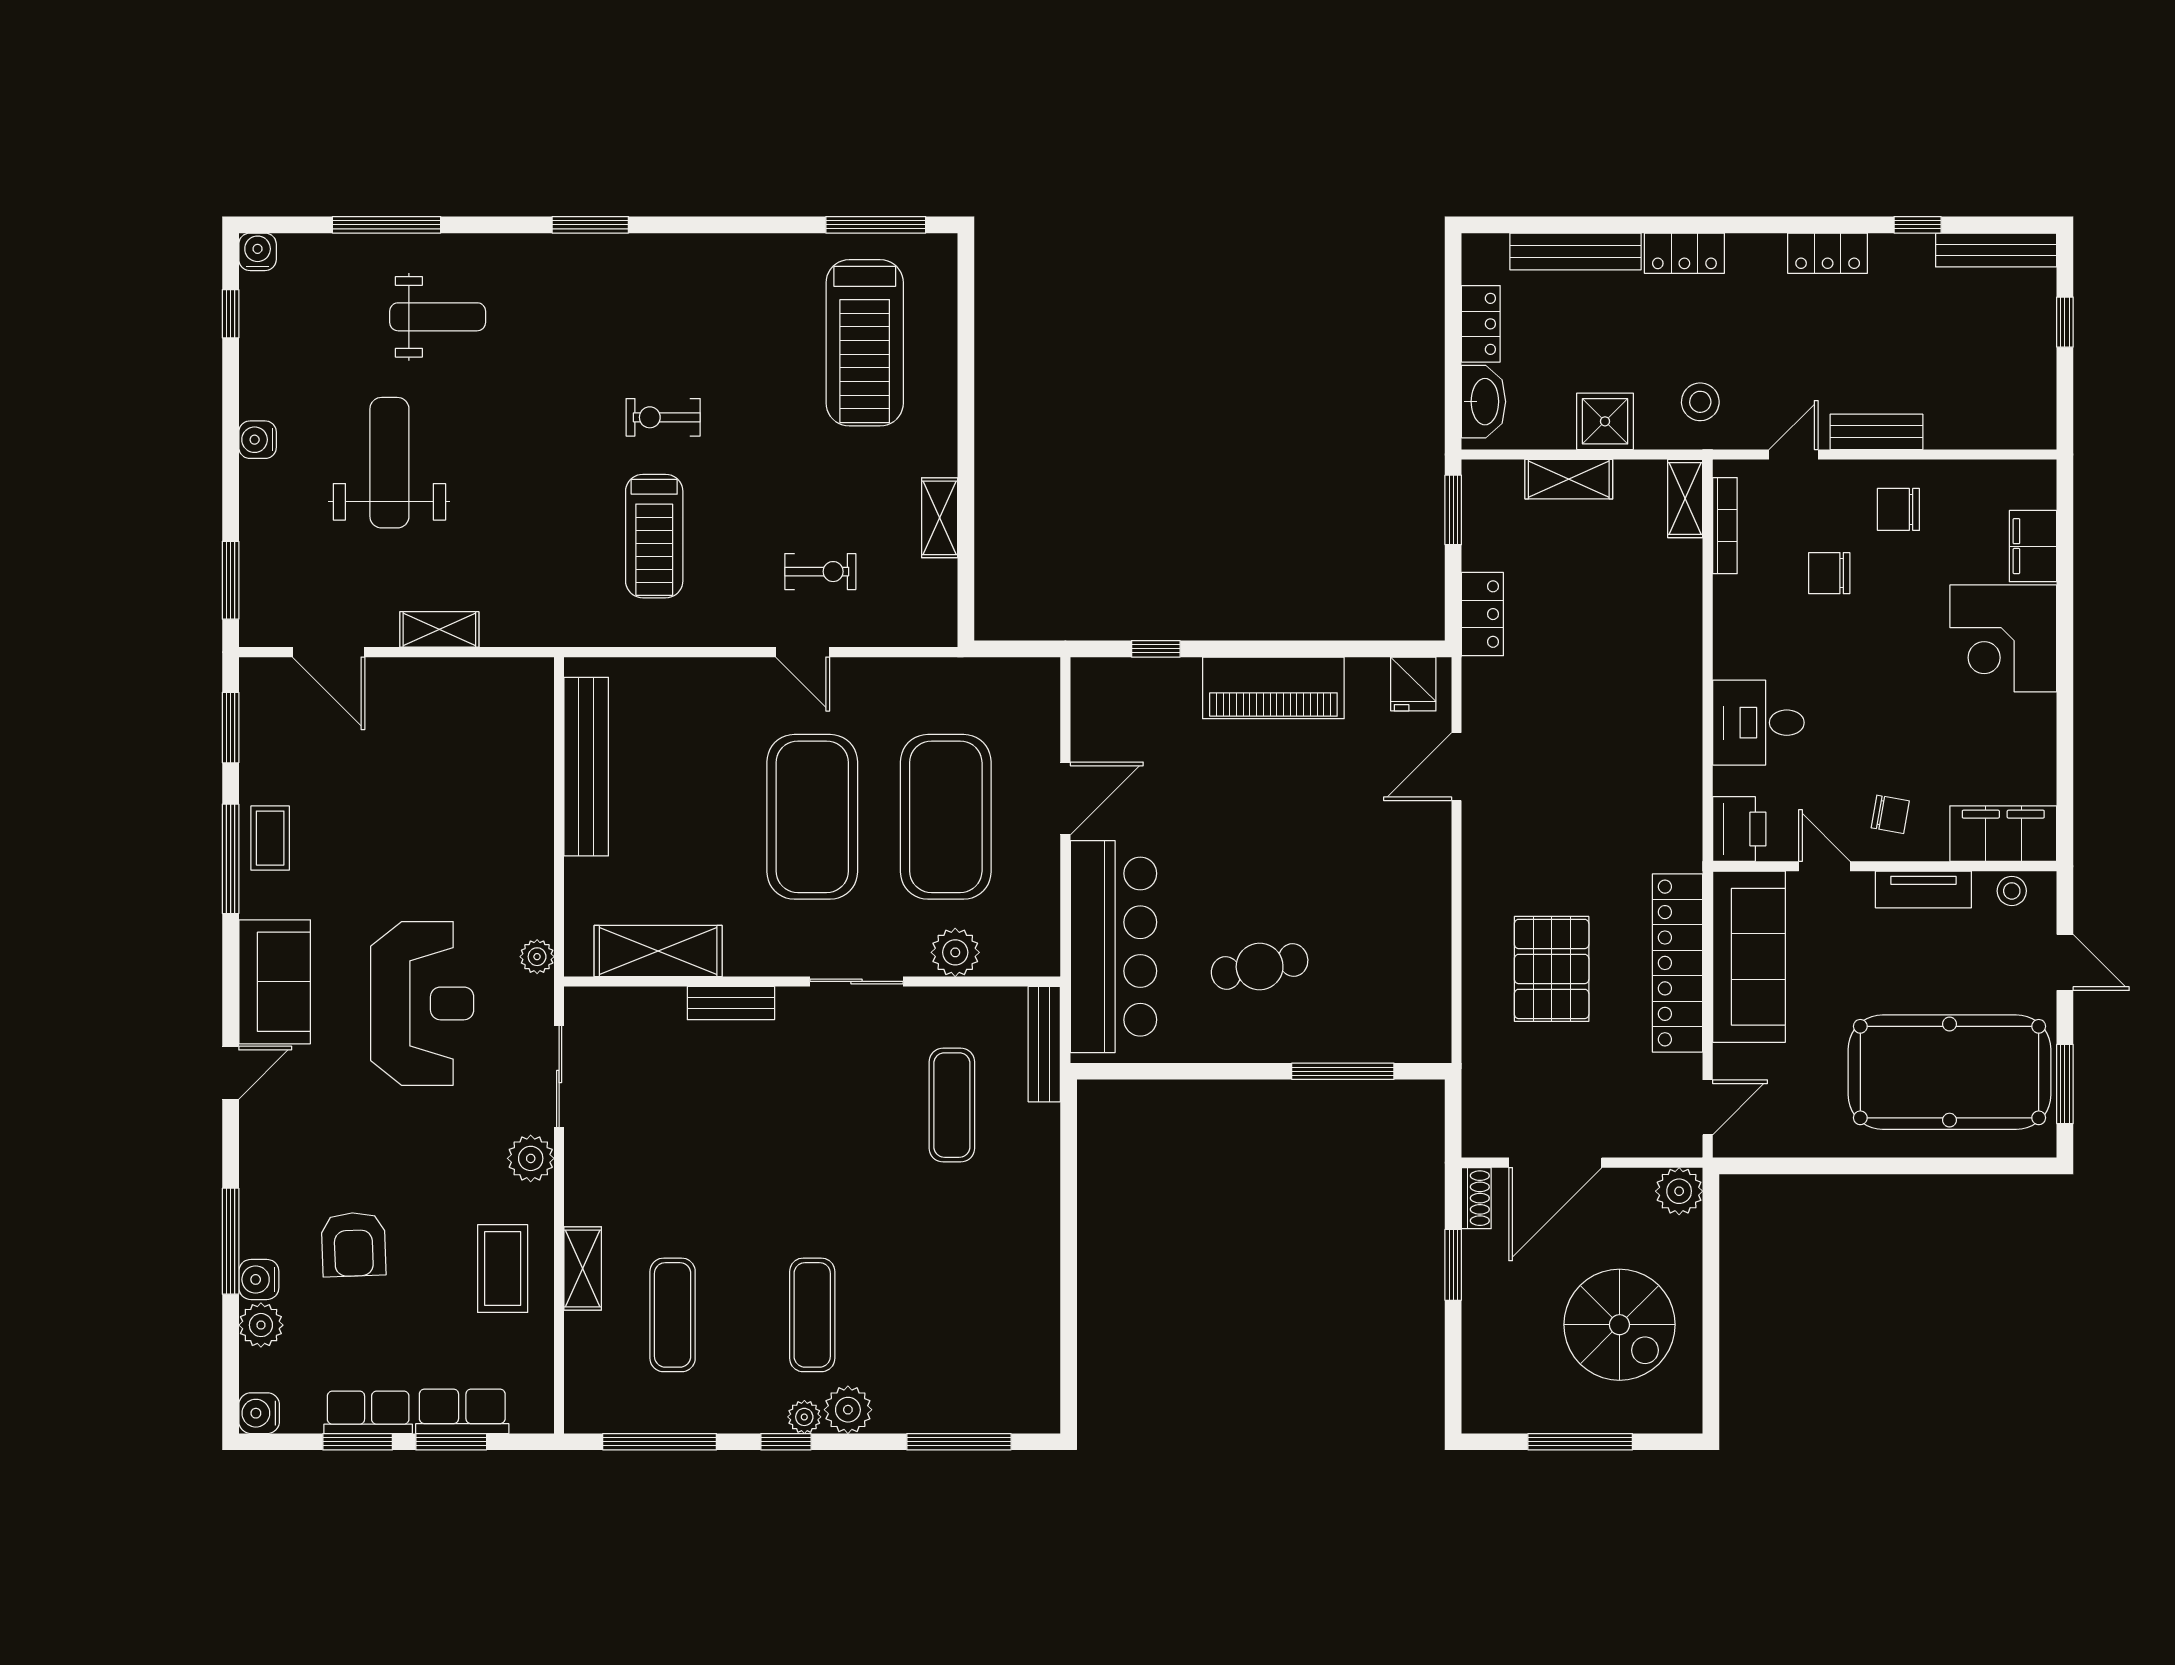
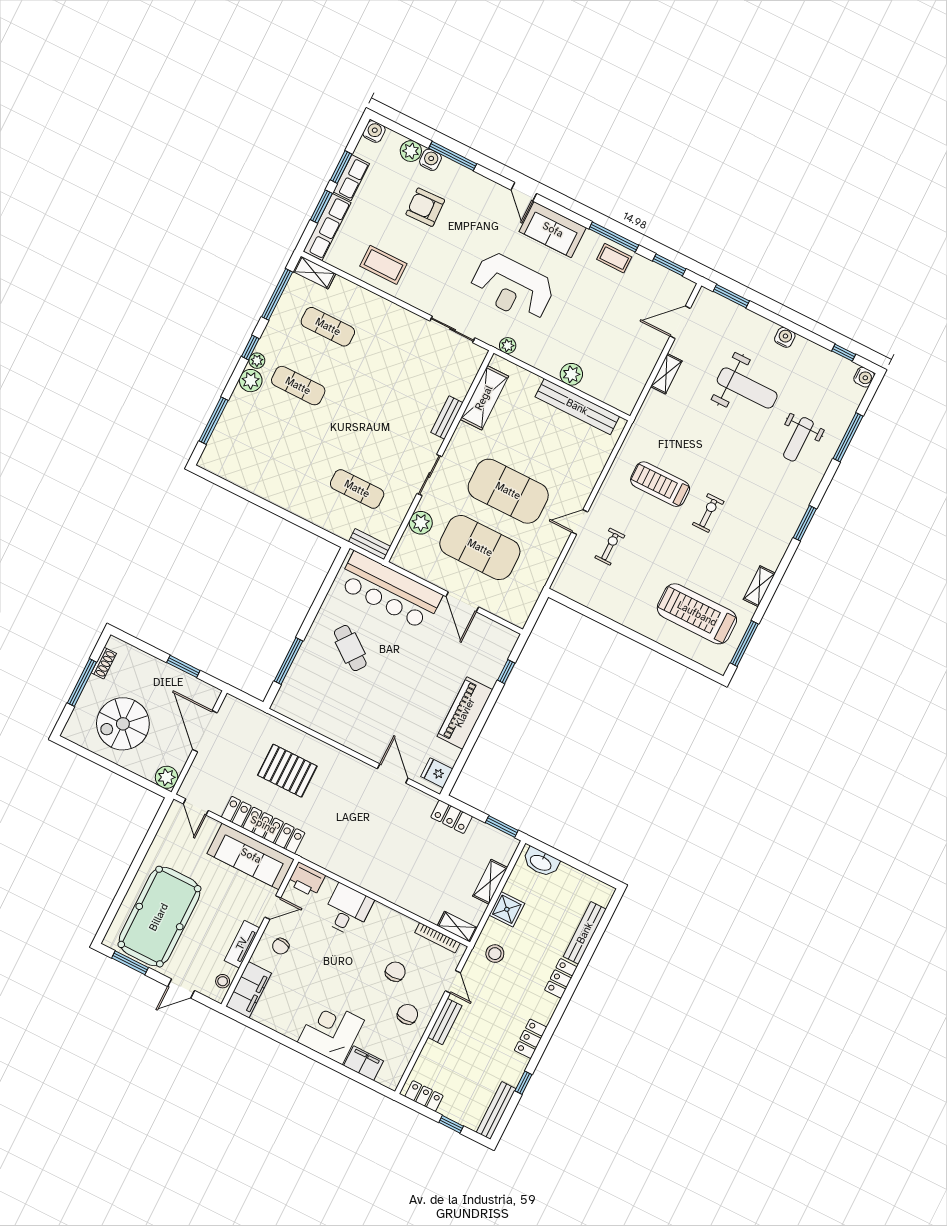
locker: (1481, 324) -> (424, 1096), moved, turned 180
shelving: (940, 518) -> (759, 586), moved, turned 90
exercise bike: (820, 572) -> (610, 547), turned 180
cafe table: (1260, 967) -> (350, 648), turned -42
bench: (1044, 1044) -> (370, 544), width x0.73
plant: (531, 1158) -> (571, 374), moved
shoe rack: (1476, 1198) -> (104, 663), moved, turned -90
shelving: (583, 1268) -> (314, 273), moved
row of seats: (462, 1411) -> (327, 227), width x1.48

